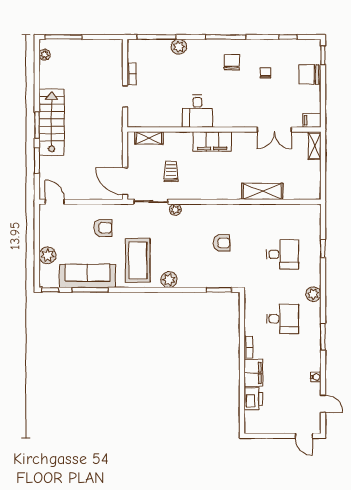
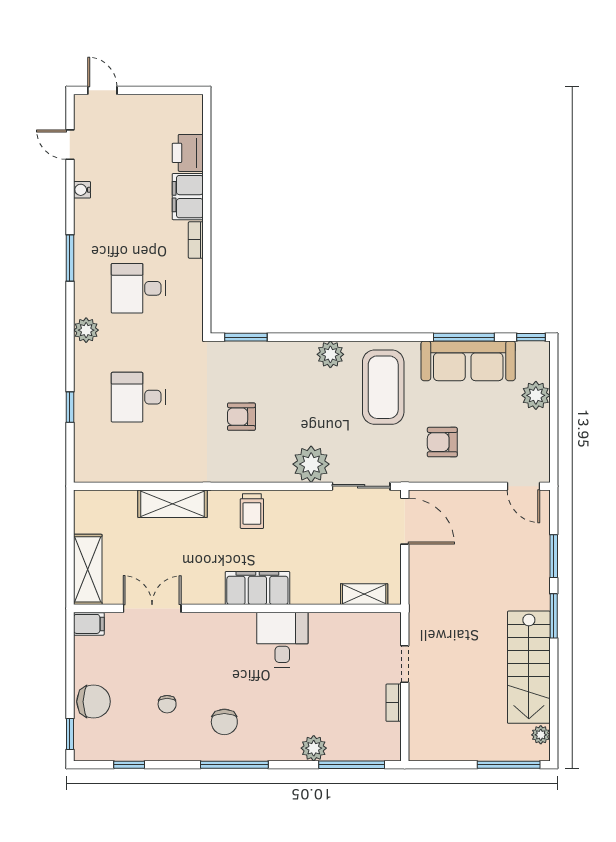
stairs: (52, 122) -> (529, 667), moved
shelving: (315, 146) -> (88, 569), width x1.50, depth x1.33
trolley: (171, 171) -> (252, 511), moved
plant: (175, 210) -> (311, 464), width x1.88, depth x1.88

